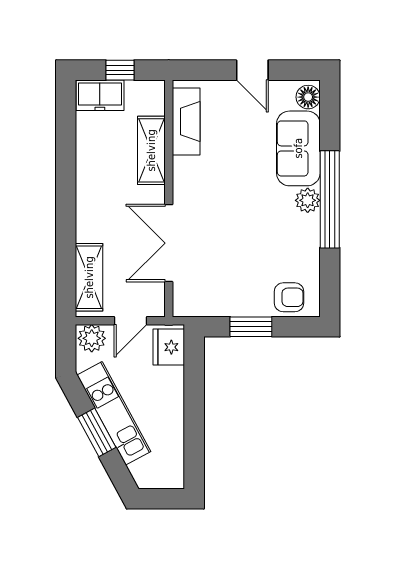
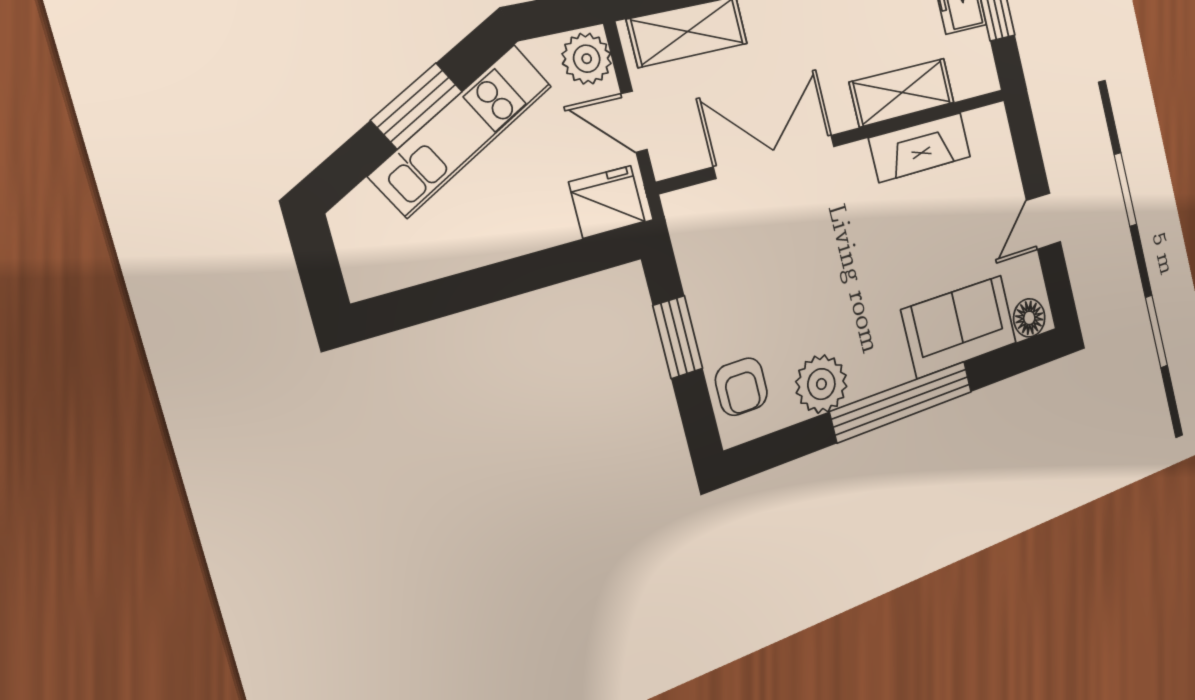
fireplace: (186, 122) -> (920, 147), moved
plant: (308, 200) -> (821, 384), moved, width x1.36, depth x1.36

